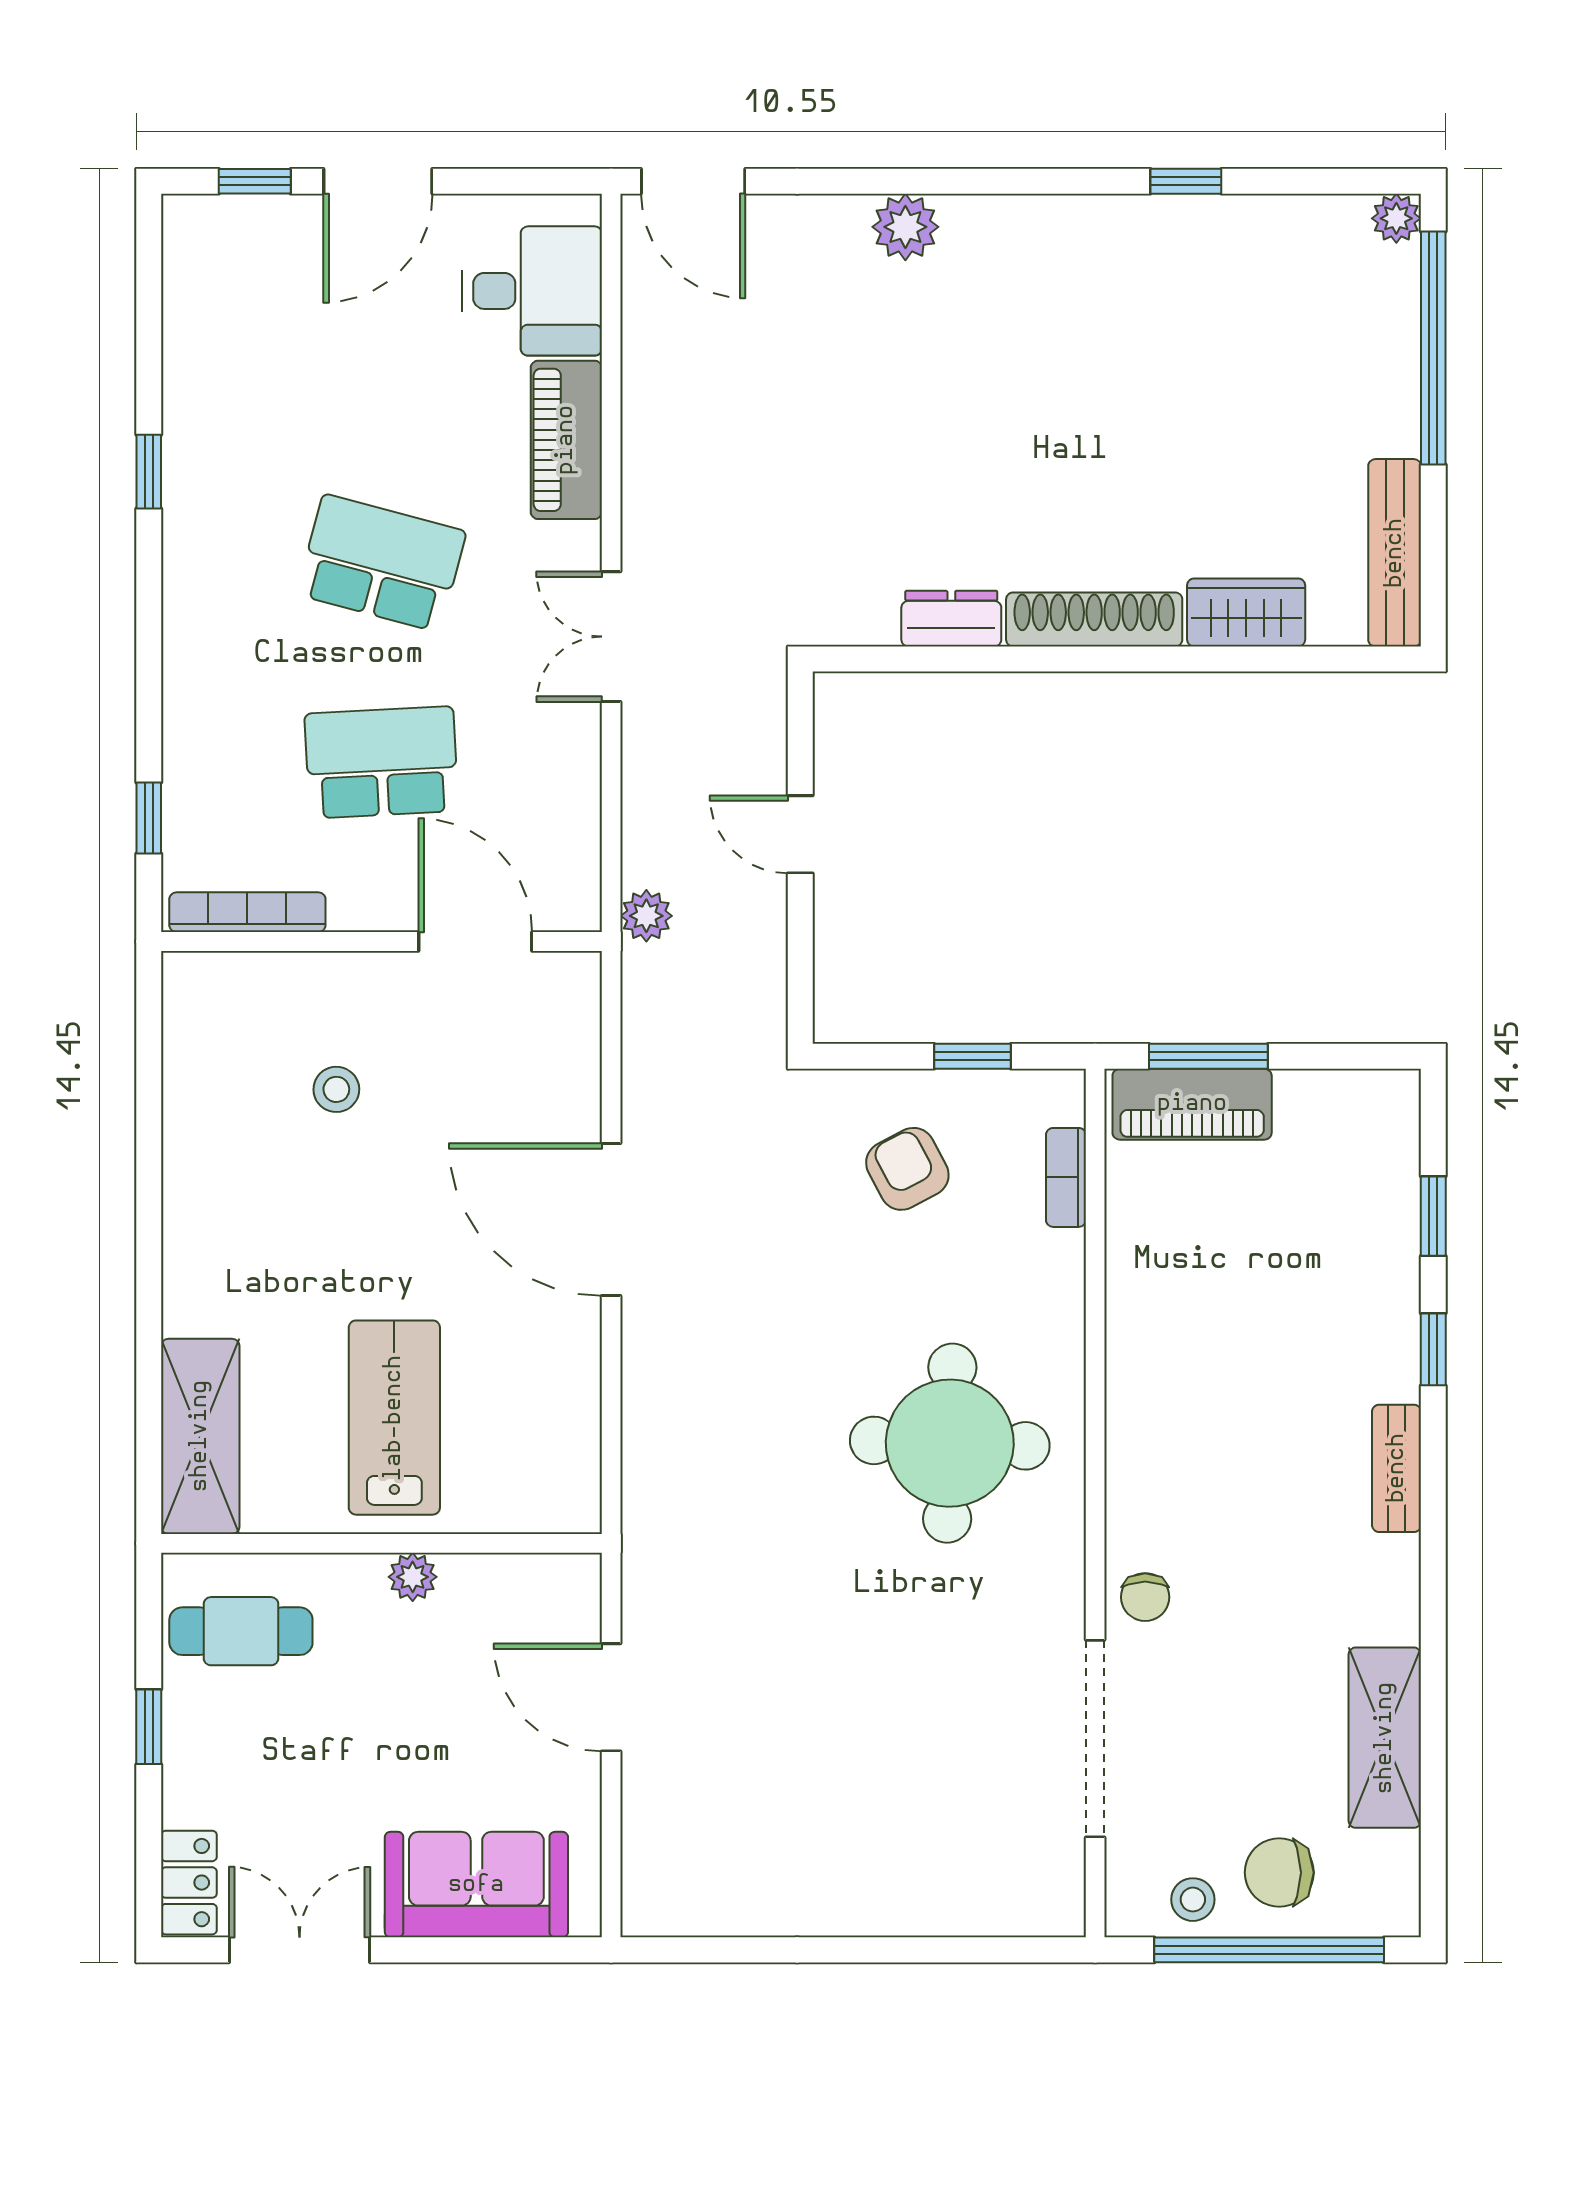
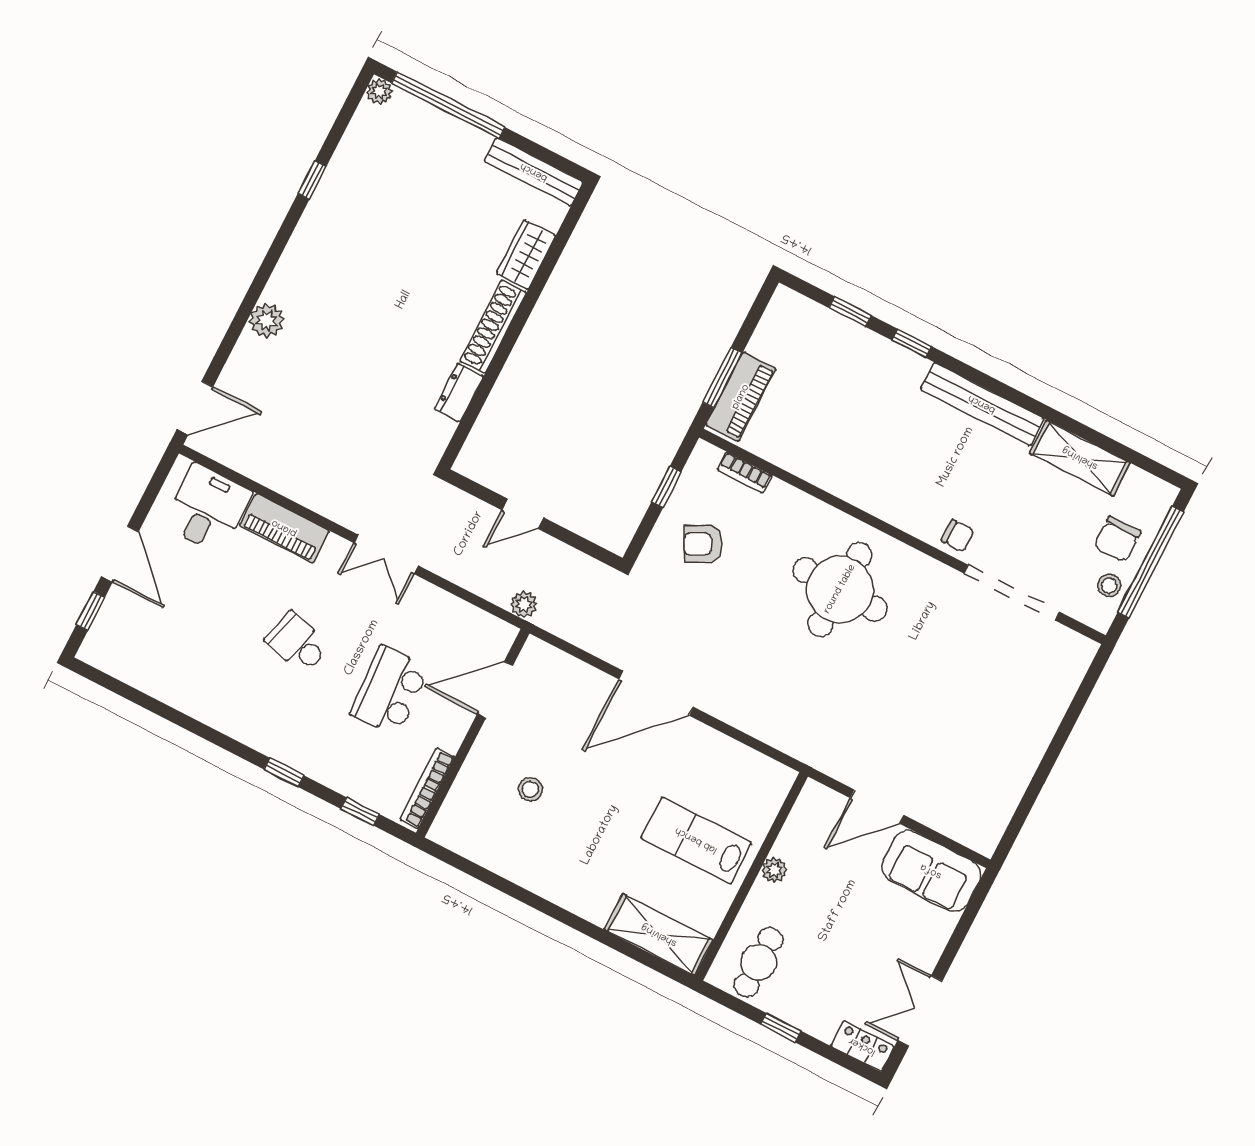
window: (149, 472) -> (284, 772), moved
school desk: (381, 563) -> (297, 643), width x0.54
bench: (1397, 1468) -> (982, 404), width x1.86, depth x1.21
sofa: (476, 1885) -> (931, 871), moved, turned -90

